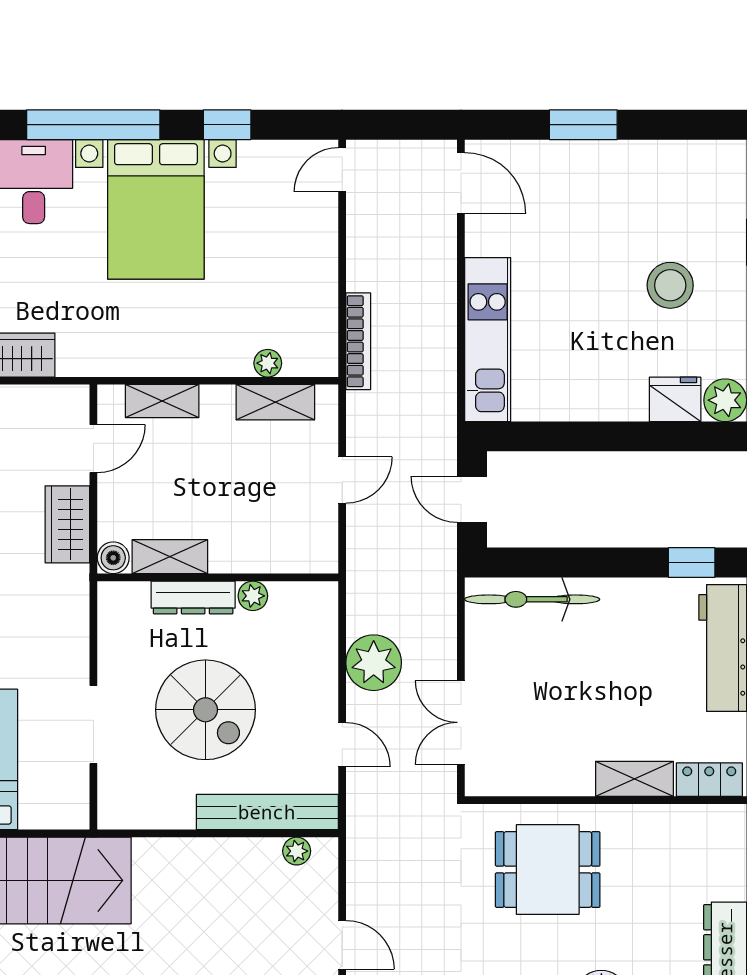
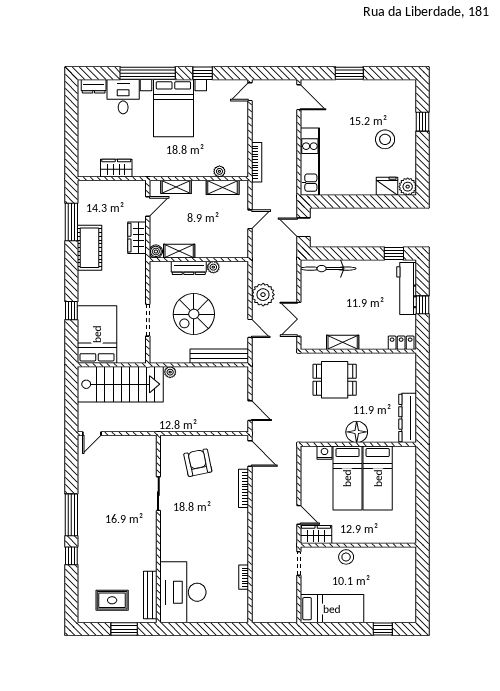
spiral stairs: (205, 710) -> (194, 314), turned 90
shelving: (634, 779) -> (343, 342), moved
plant: (297, 851) -> (170, 372), moved

